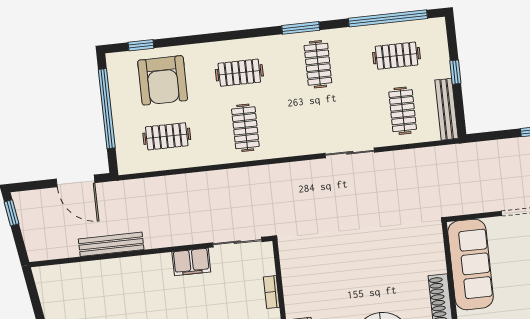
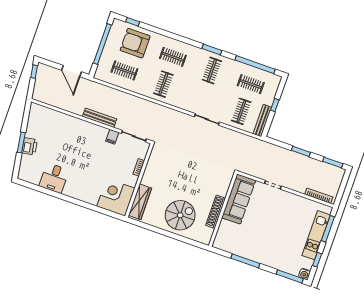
armchair: (163, 80) -> (135, 43), turned 90
bench: (111, 244) -> (100, 118), moved
filing cabinet: (191, 262) -> (112, 137), width x0.50

